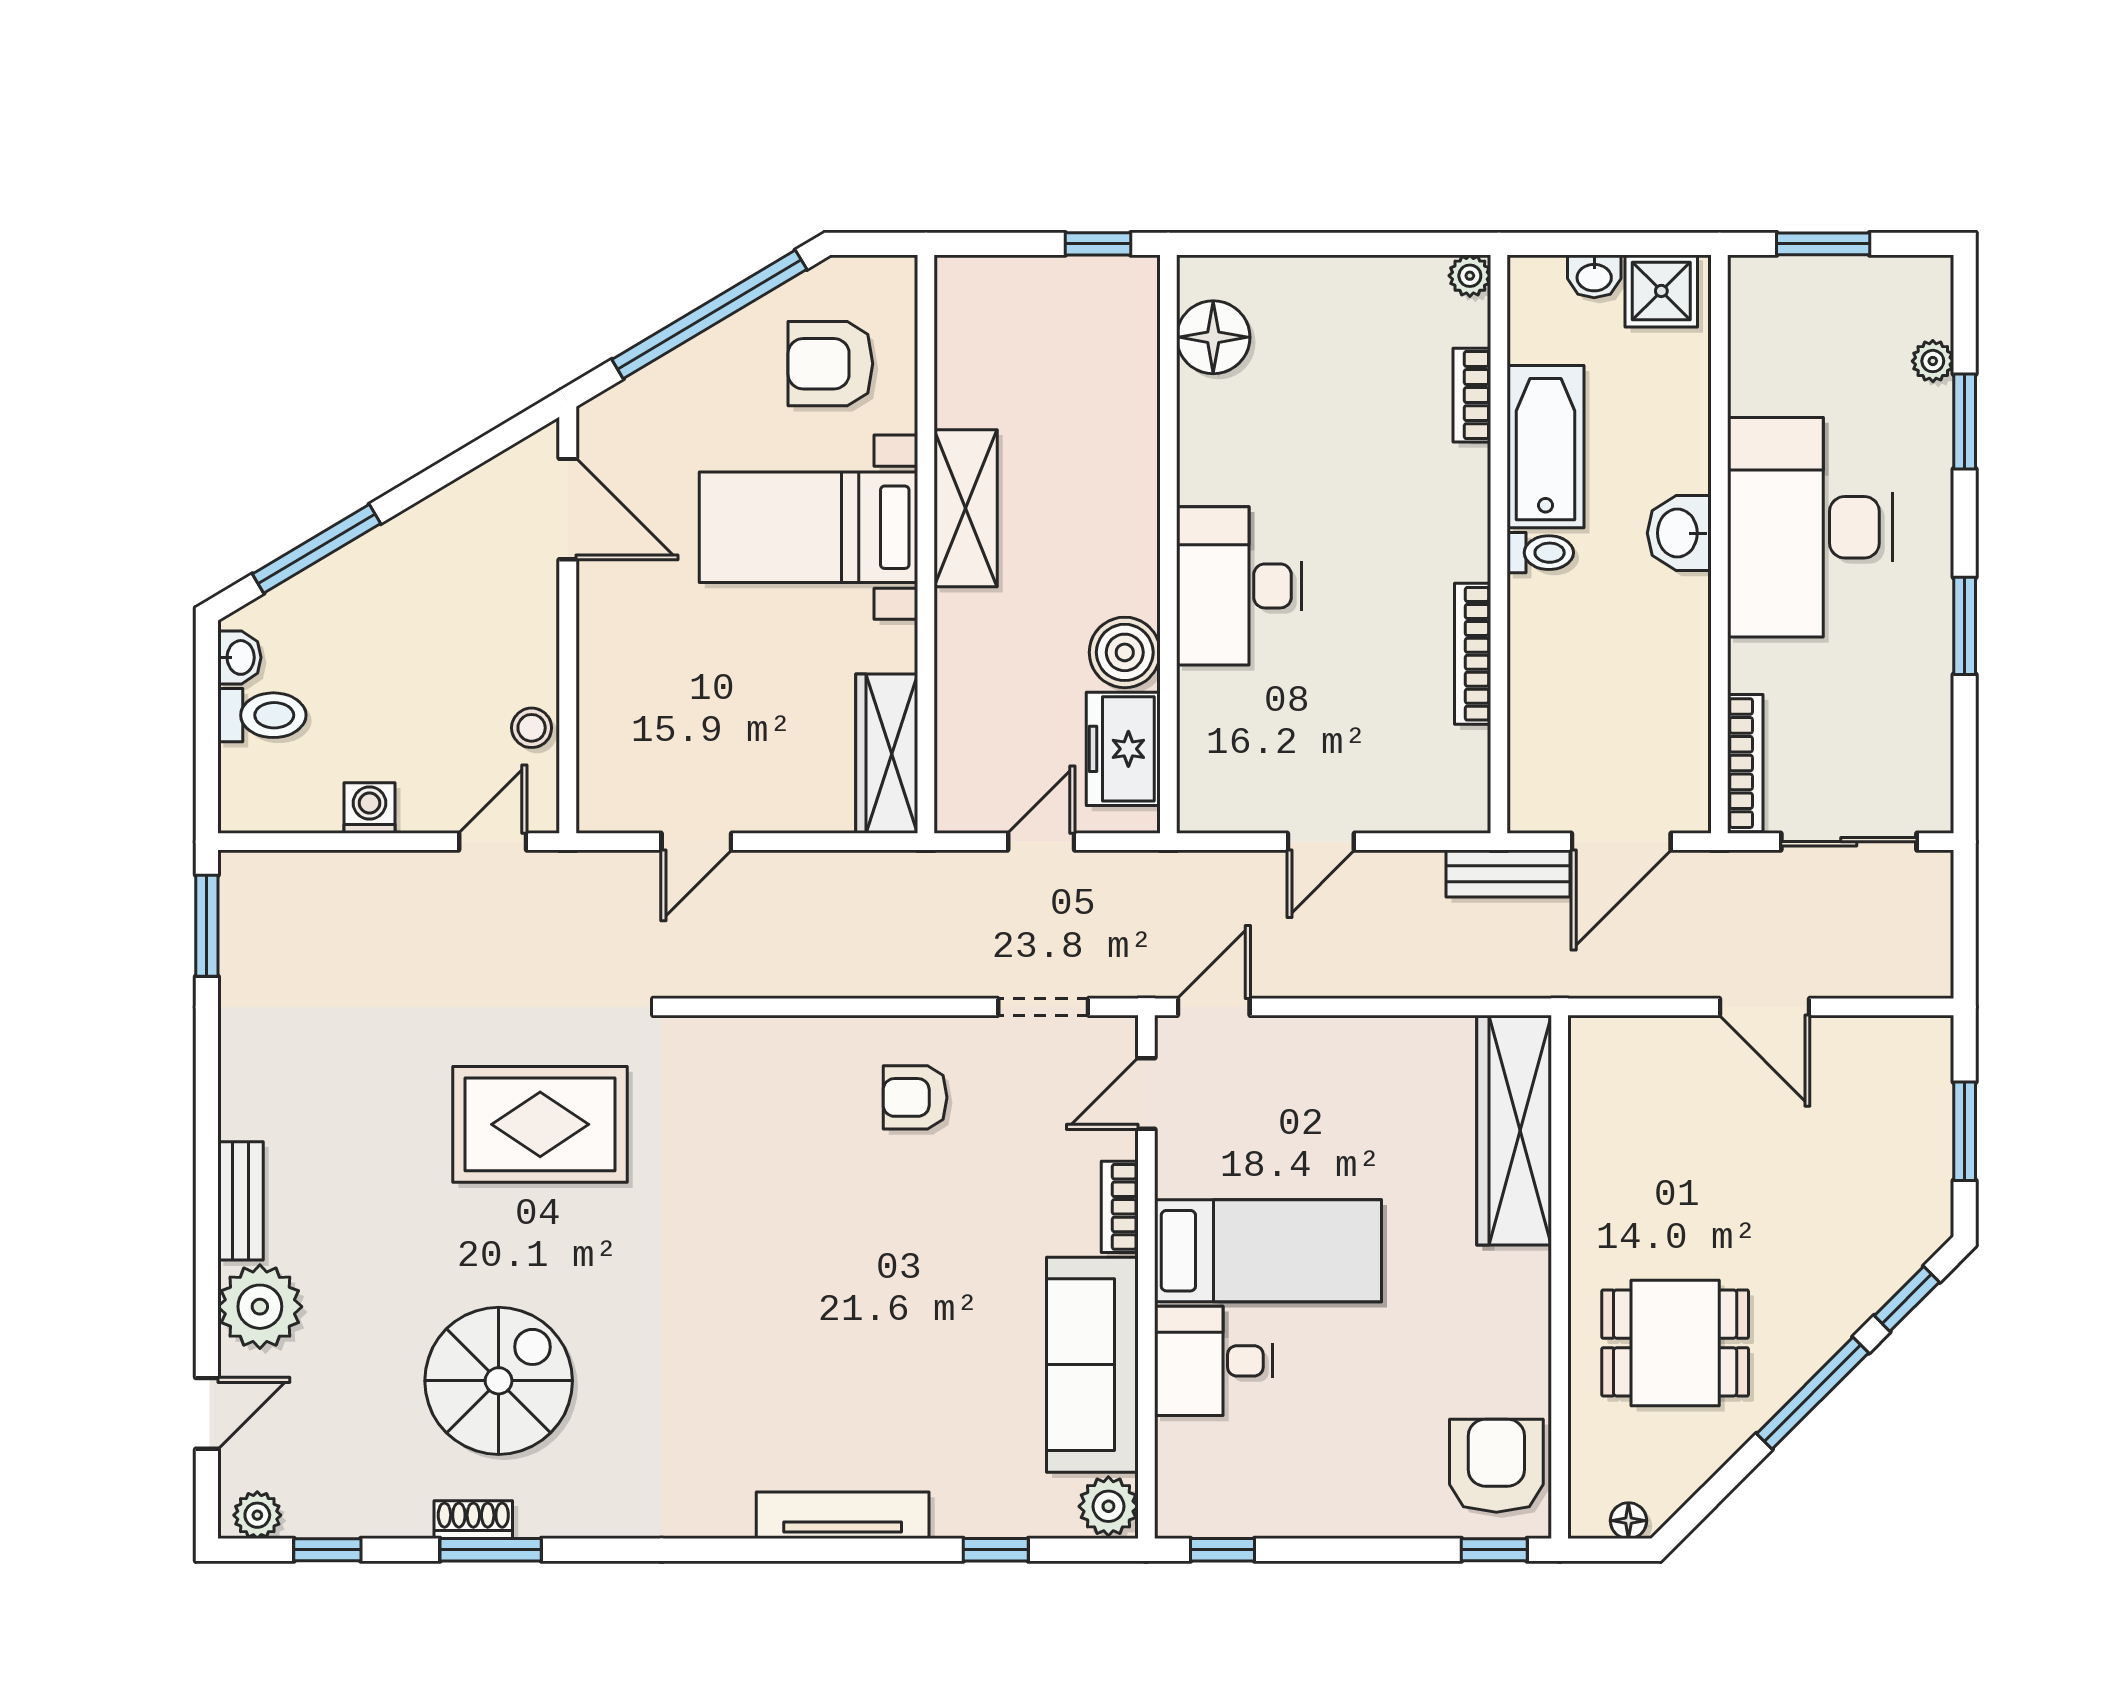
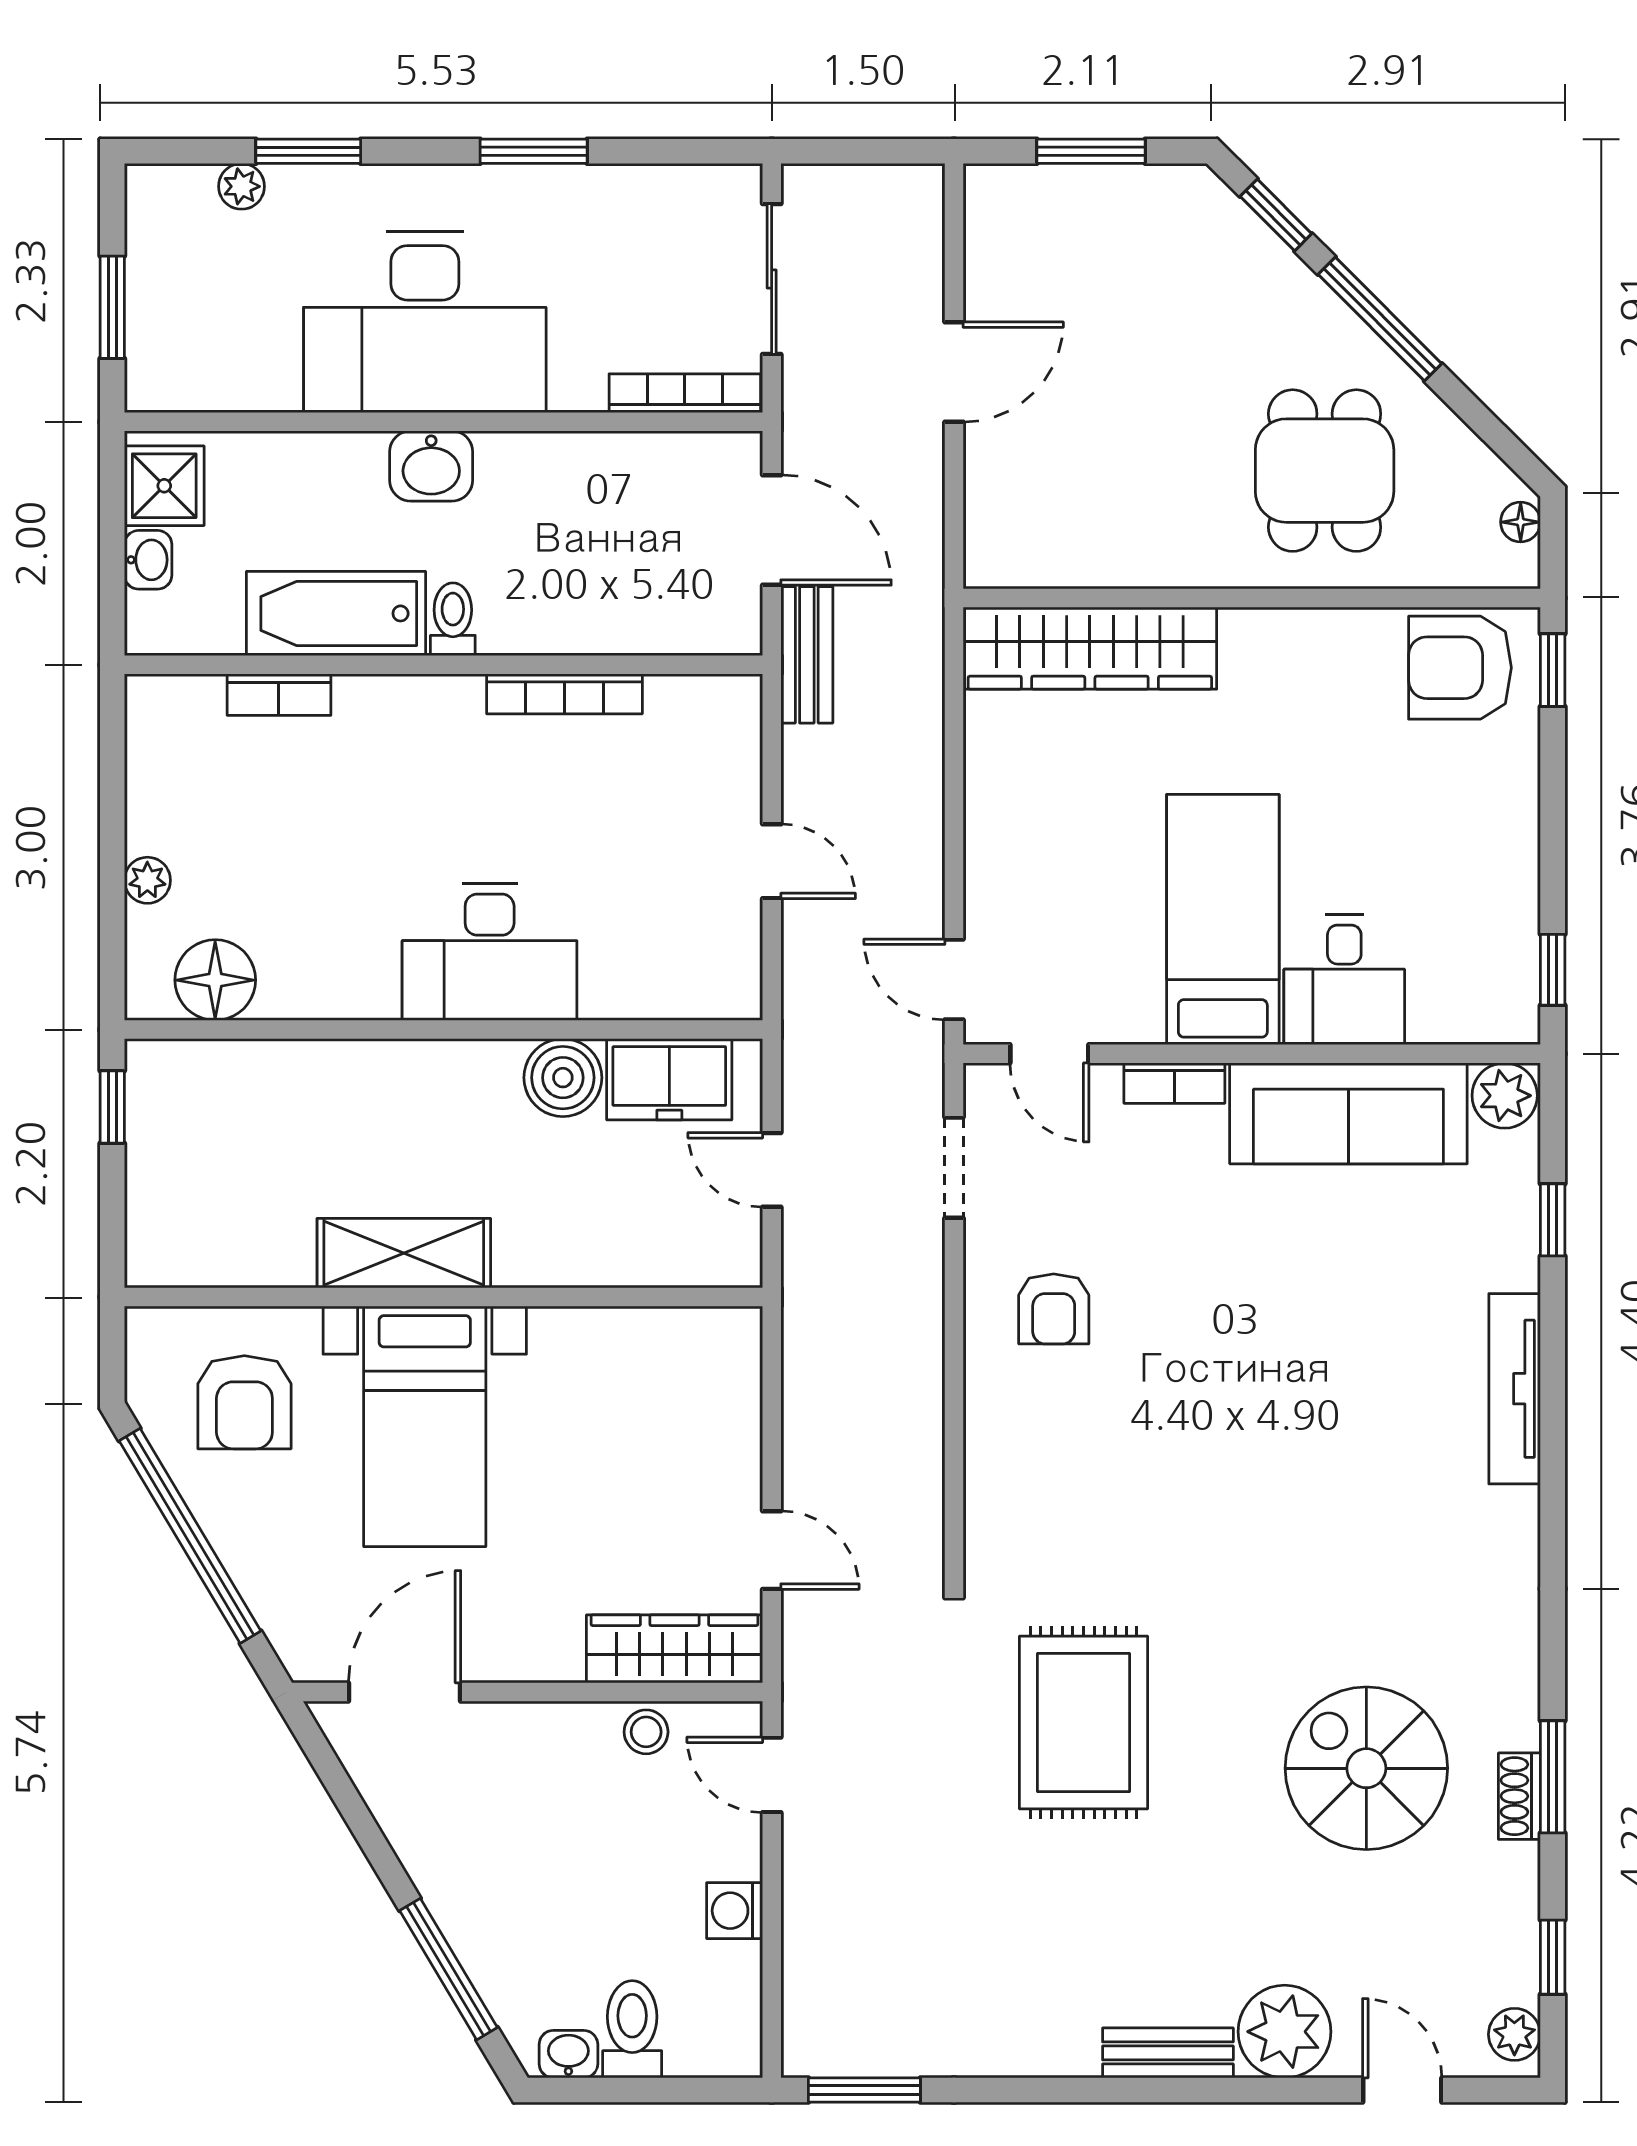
plant: (1470, 276) -> (147, 880), moved
wardrobe: (887, 754) -> (674, 1649), moved, turned 180

